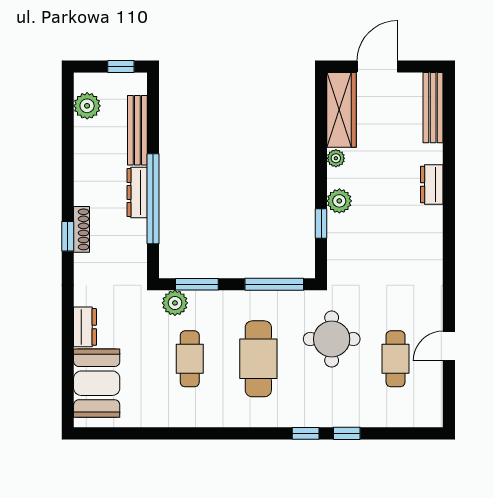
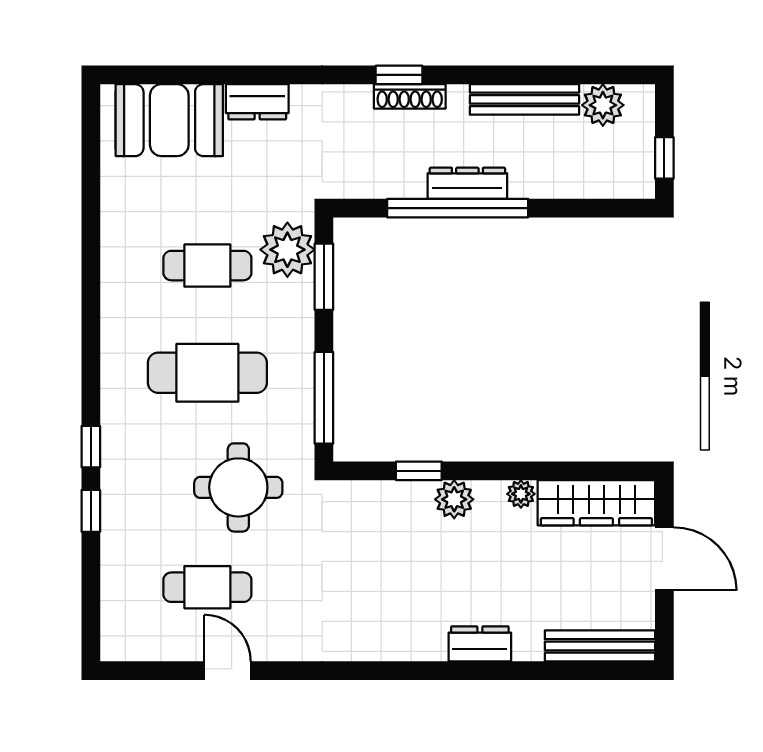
bench: (137, 130) -> (524, 99), moved
plant: (175, 303) -> (287, 250), width x1.36, depth x1.36

